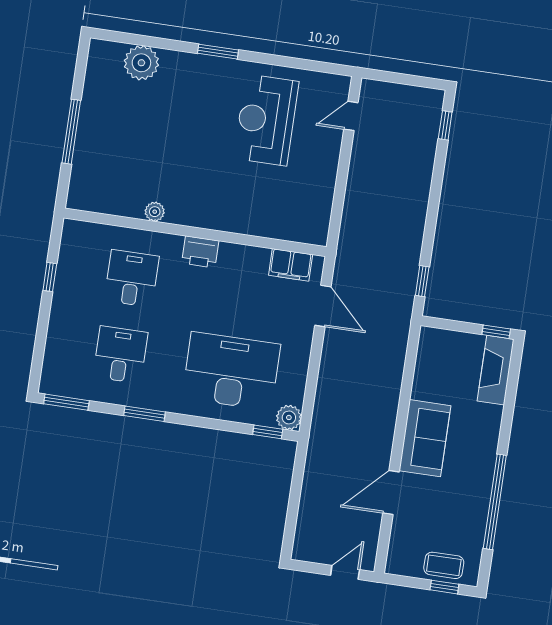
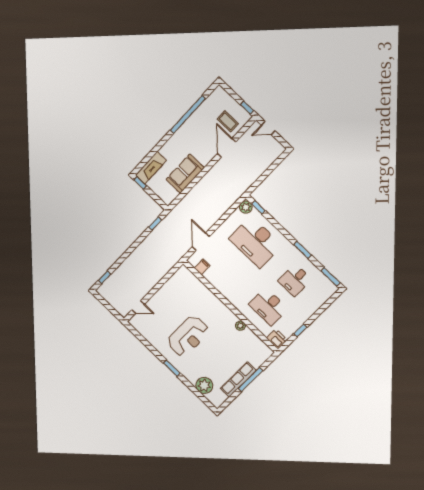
row of seats: (92, 116) -> (238, 379), added
reception desk: (266, 120) -> (188, 336), moved
printer: (200, 252) -> (277, 339), moved
filing cabinet: (291, 265) -> (202, 267), width x0.50
desk: (132, 278) -> (268, 307), width x1.37
sofa: (425, 438) -> (185, 174), moved
door: (391, 493) -> (227, 148), swing flipped
coffee table: (444, 565) -> (228, 121), moved
window: (444, 587) -> (247, 108), moved

